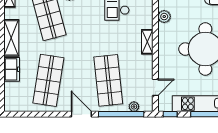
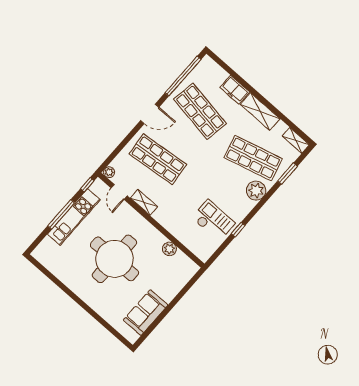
shelving: (147, 42) -> (144, 202), moved
plant: (134, 107) -> (109, 172), moved
window: (121, 114) -> (183, 76), moved

